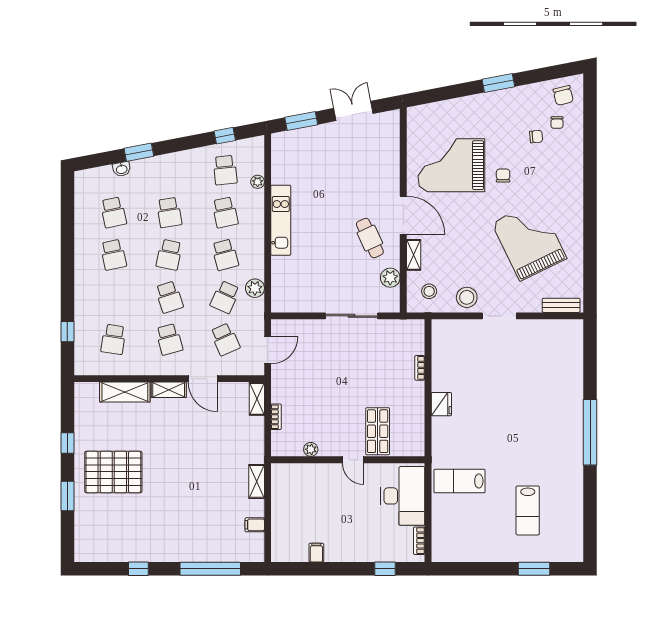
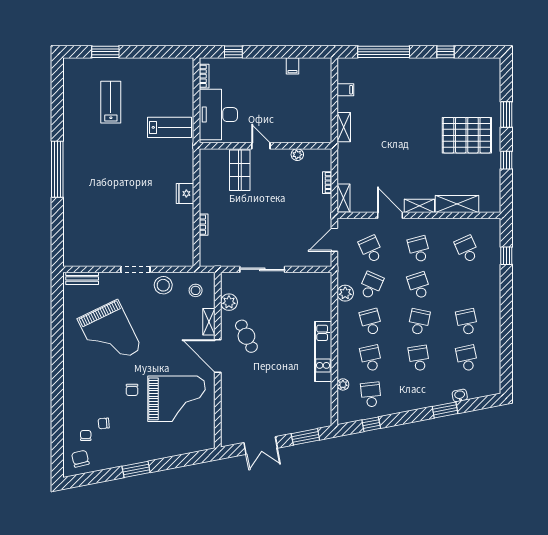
school desk: (113, 339) -> (467, 249), turned -33

